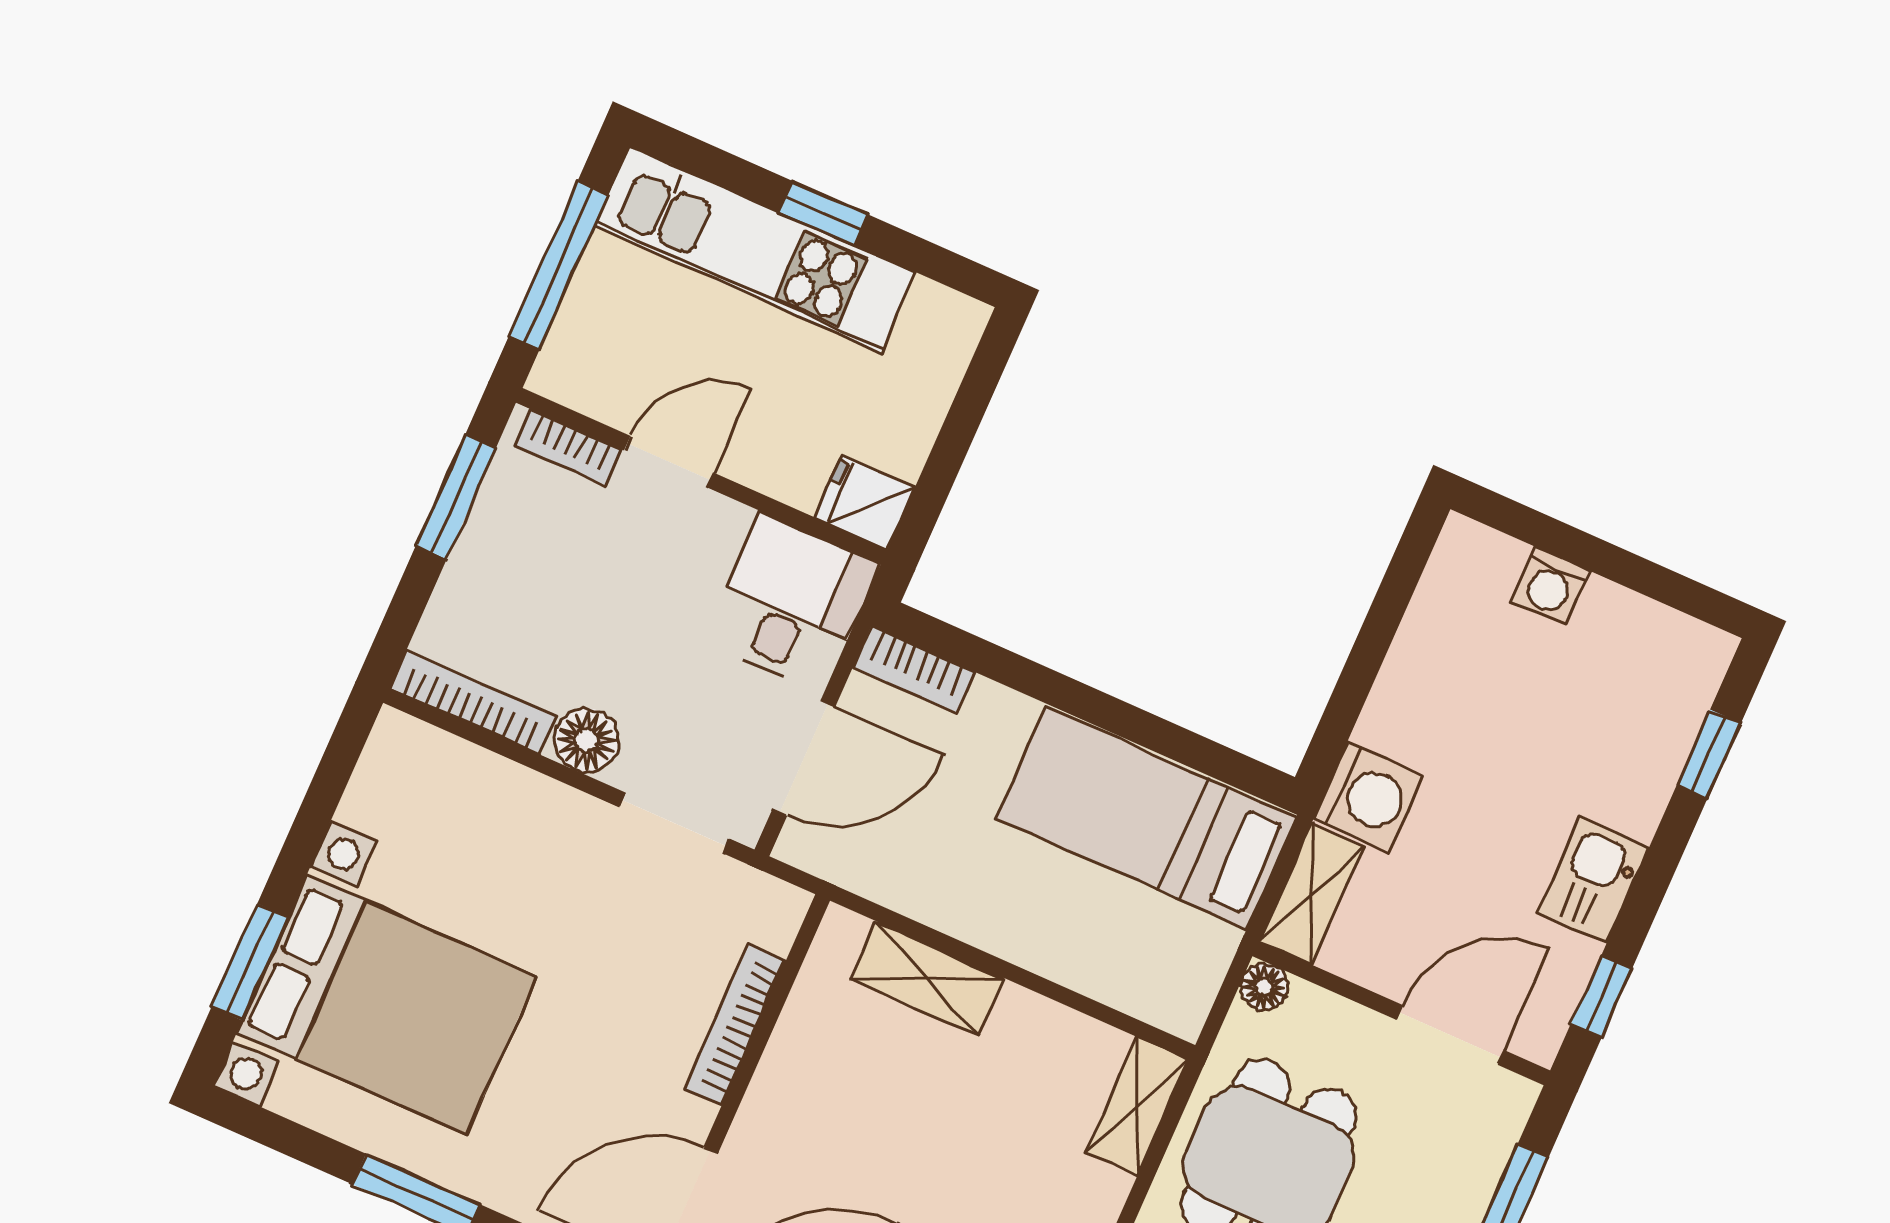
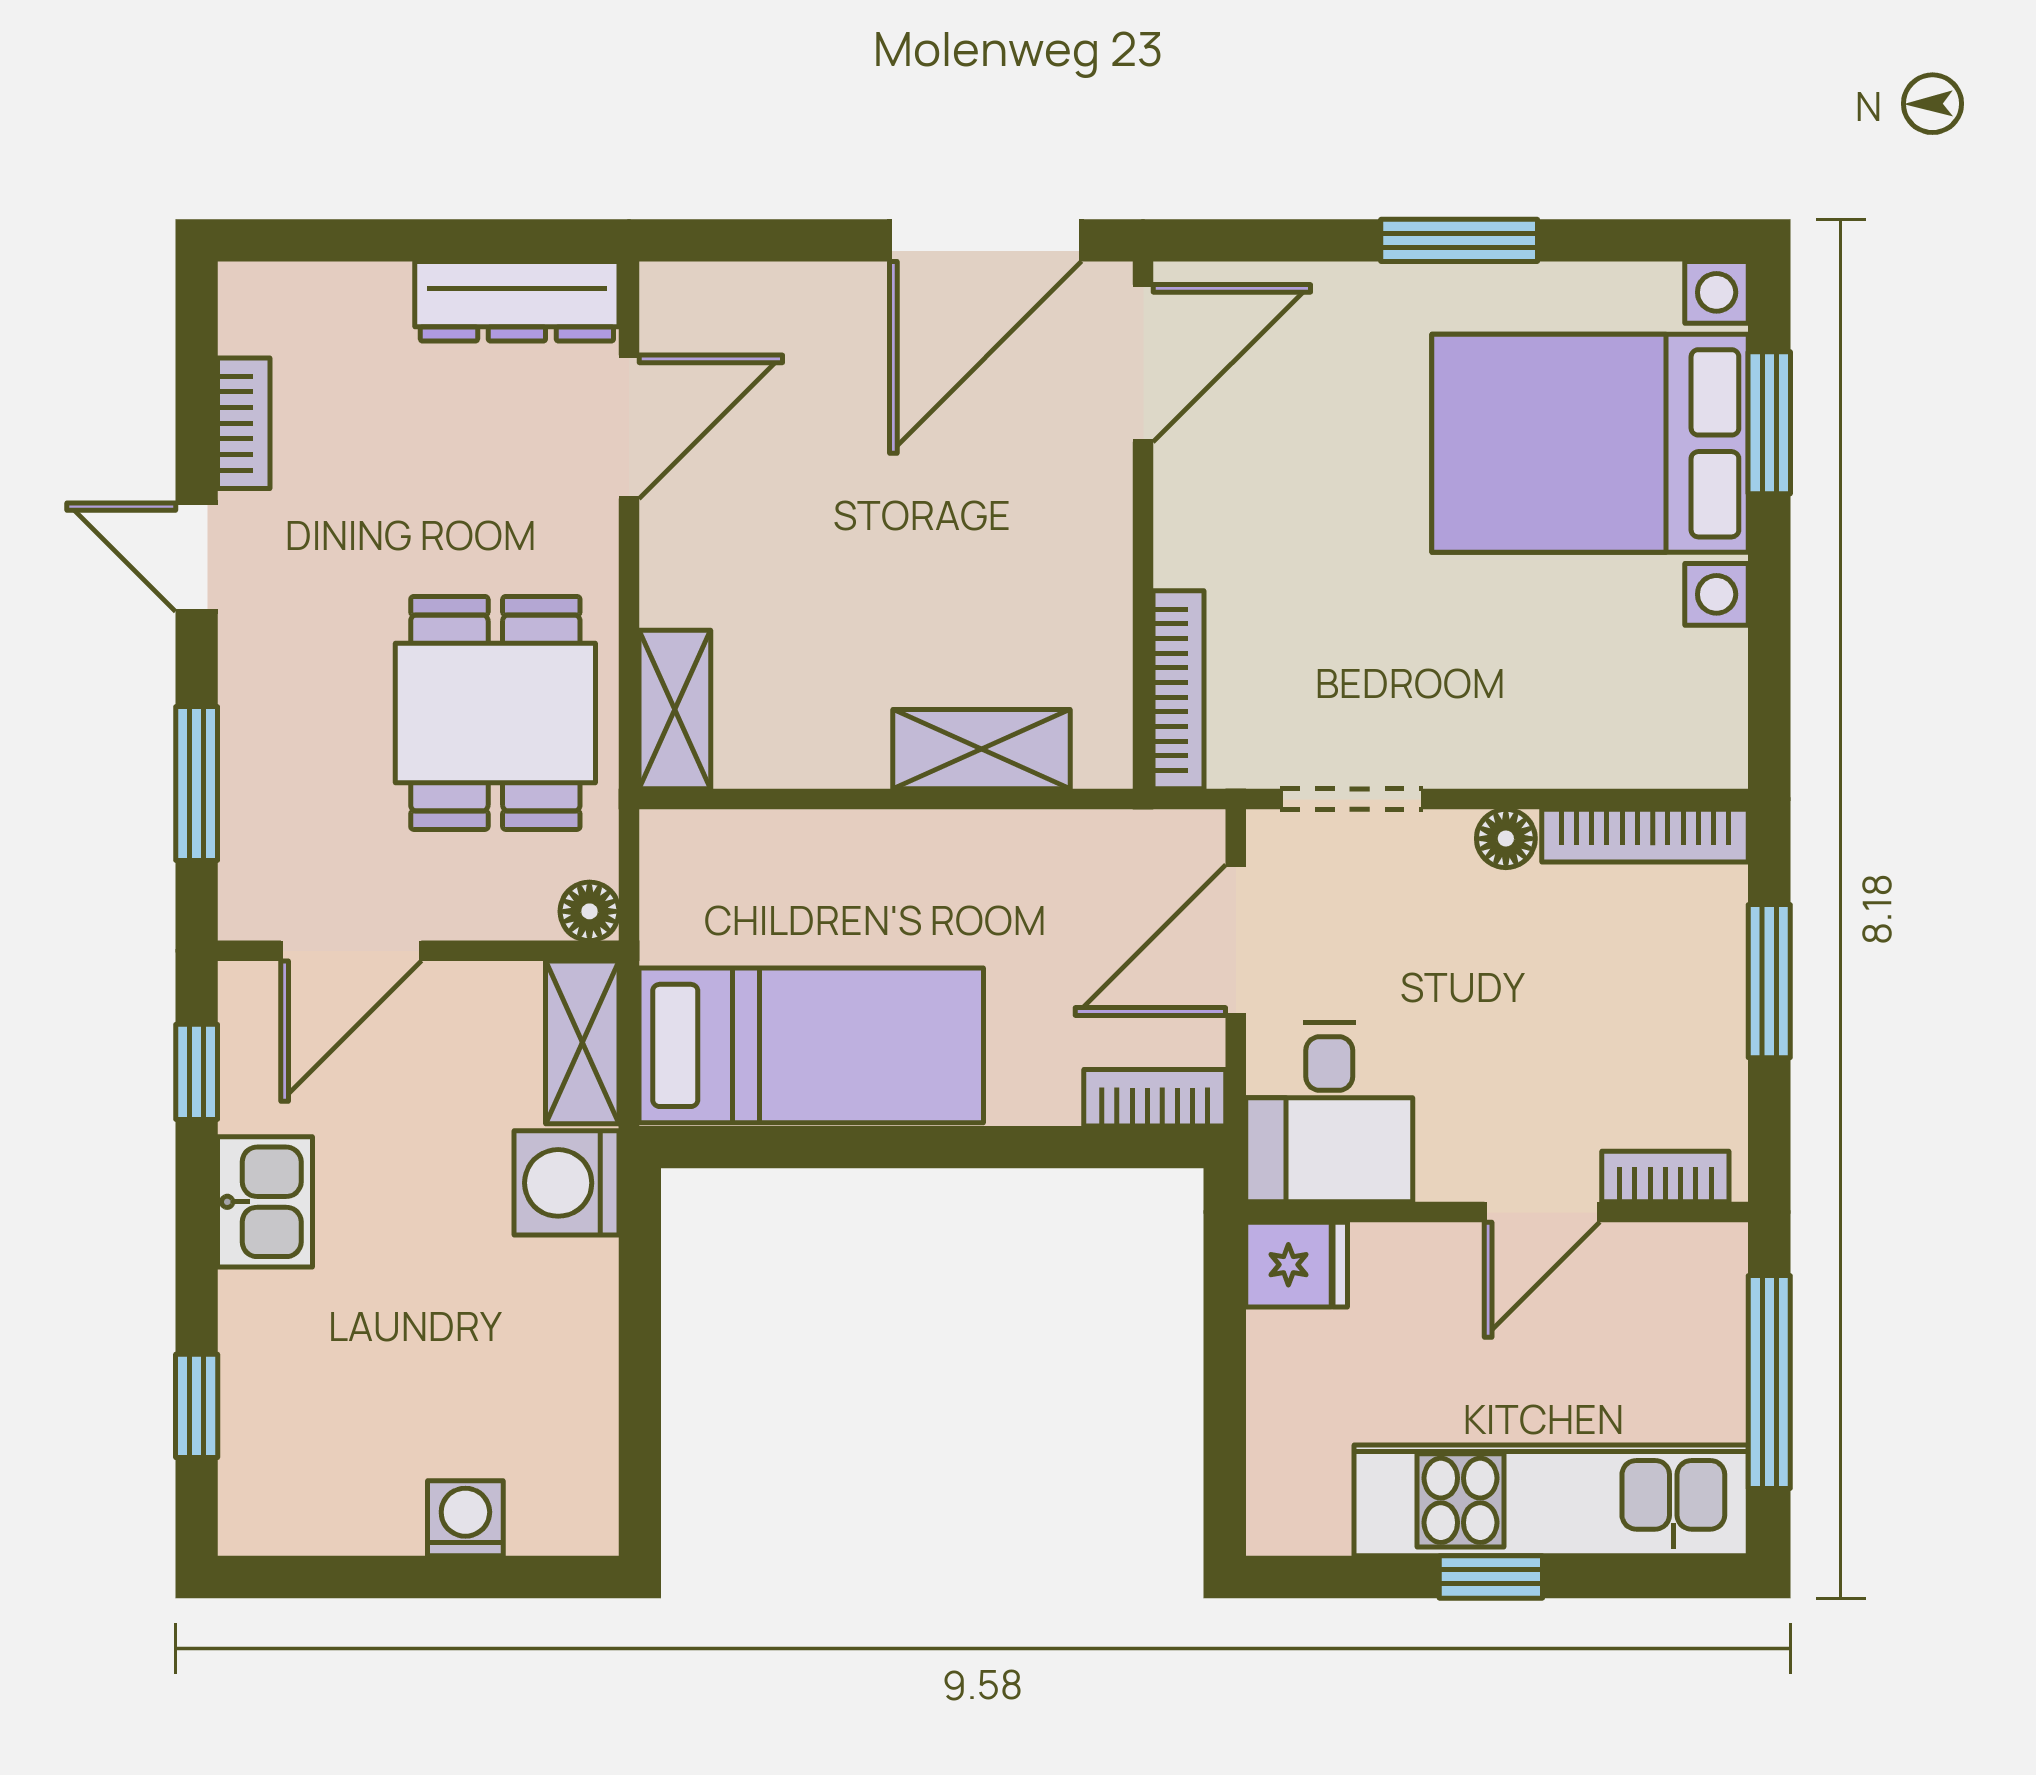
window: (456, 497) -> (1769, 981), moved
floor lamp: (586, 740) -> (1506, 839), width x0.73, depth x0.73
bookcase: (735, 1025) -> (1179, 690), moved

